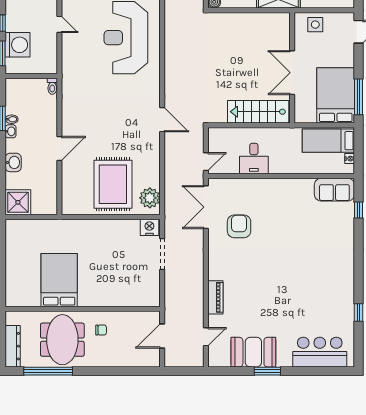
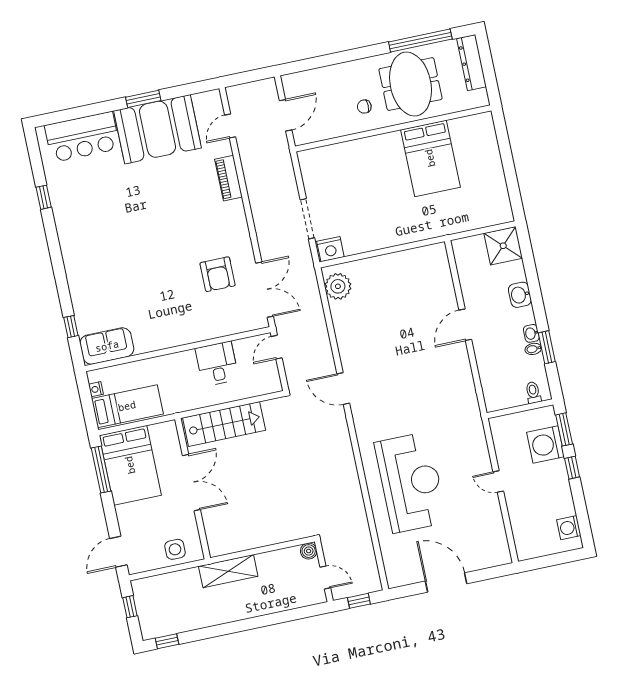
toilet: (52, 86) -> (533, 393), moved
rug: (113, 184) -> (388, 294), removed
booth: (253, 352) -> (157, 129), width x1.36, depth x1.42

